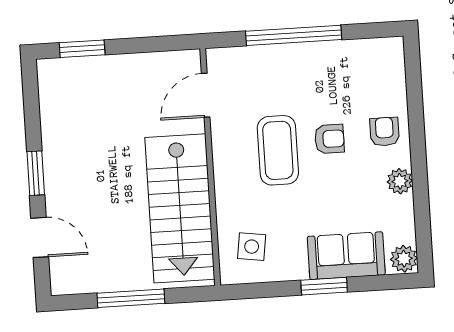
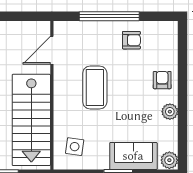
armchair: (329, 139) -> (131, 40), moved

